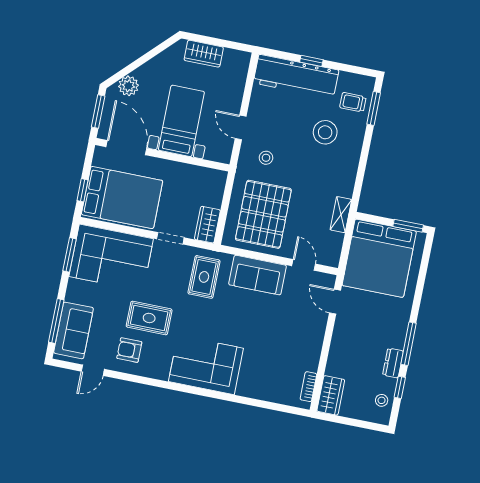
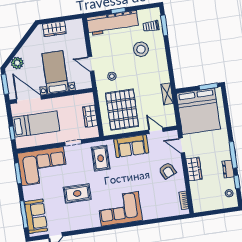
bed: (122, 198) -> (36, 124), width x0.67
wardrobe: (207, 225) -> (90, 116), moved
armchair: (129, 350) -> (167, 171), moved, turned -115
wardrobe: (331, 395) -> (194, 169), moved

